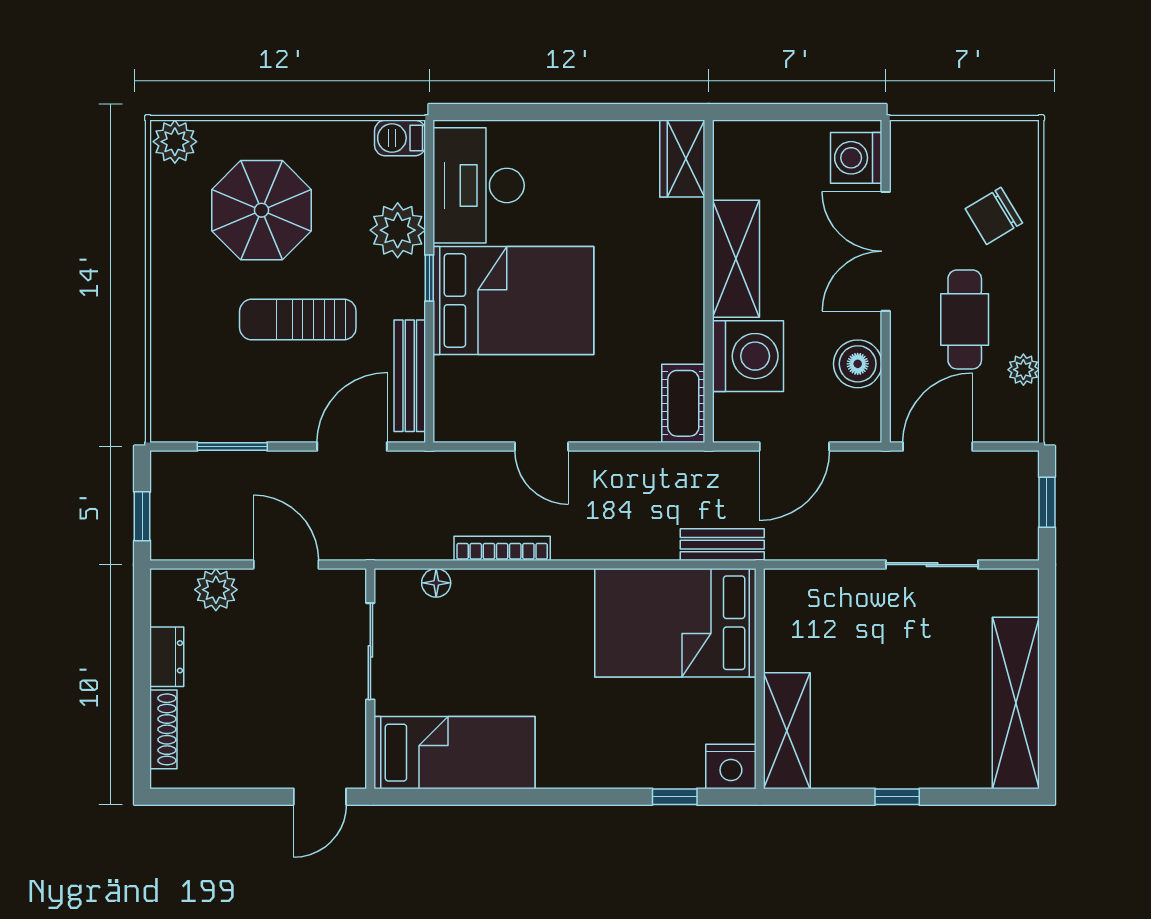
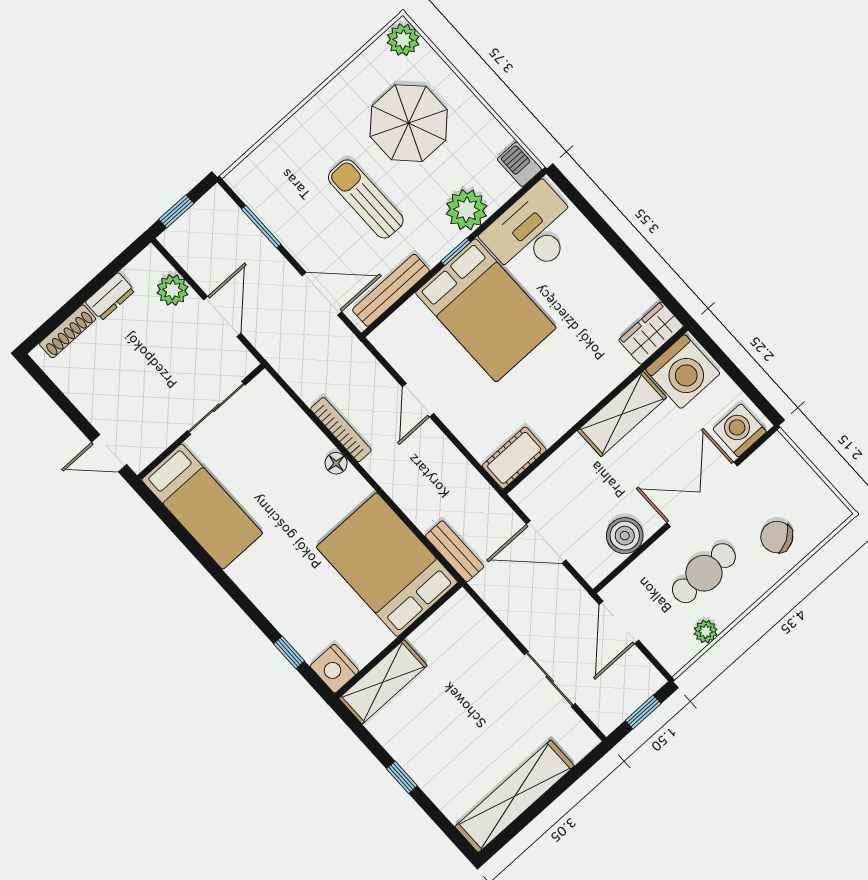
washing machine: (748, 356) -> (683, 372), moved
door: (938, 447) -> (619, 622), swing flipped
floor lamp: (436, 583) -> (336, 463), moved

